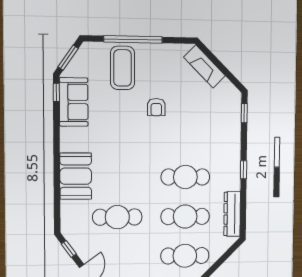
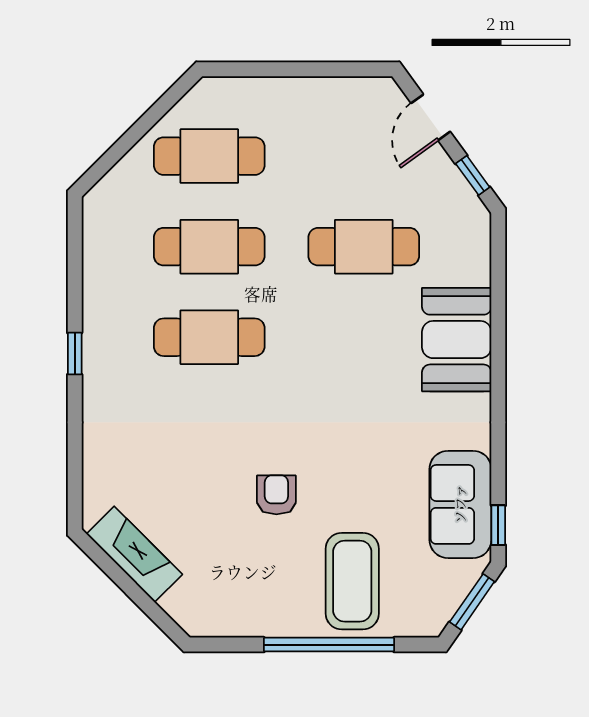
fireplace: (205, 66) -> (134, 554), moved
window: (244, 113) -> (75, 483), removed
dresser: (232, 214) -> (100, 252), removed

